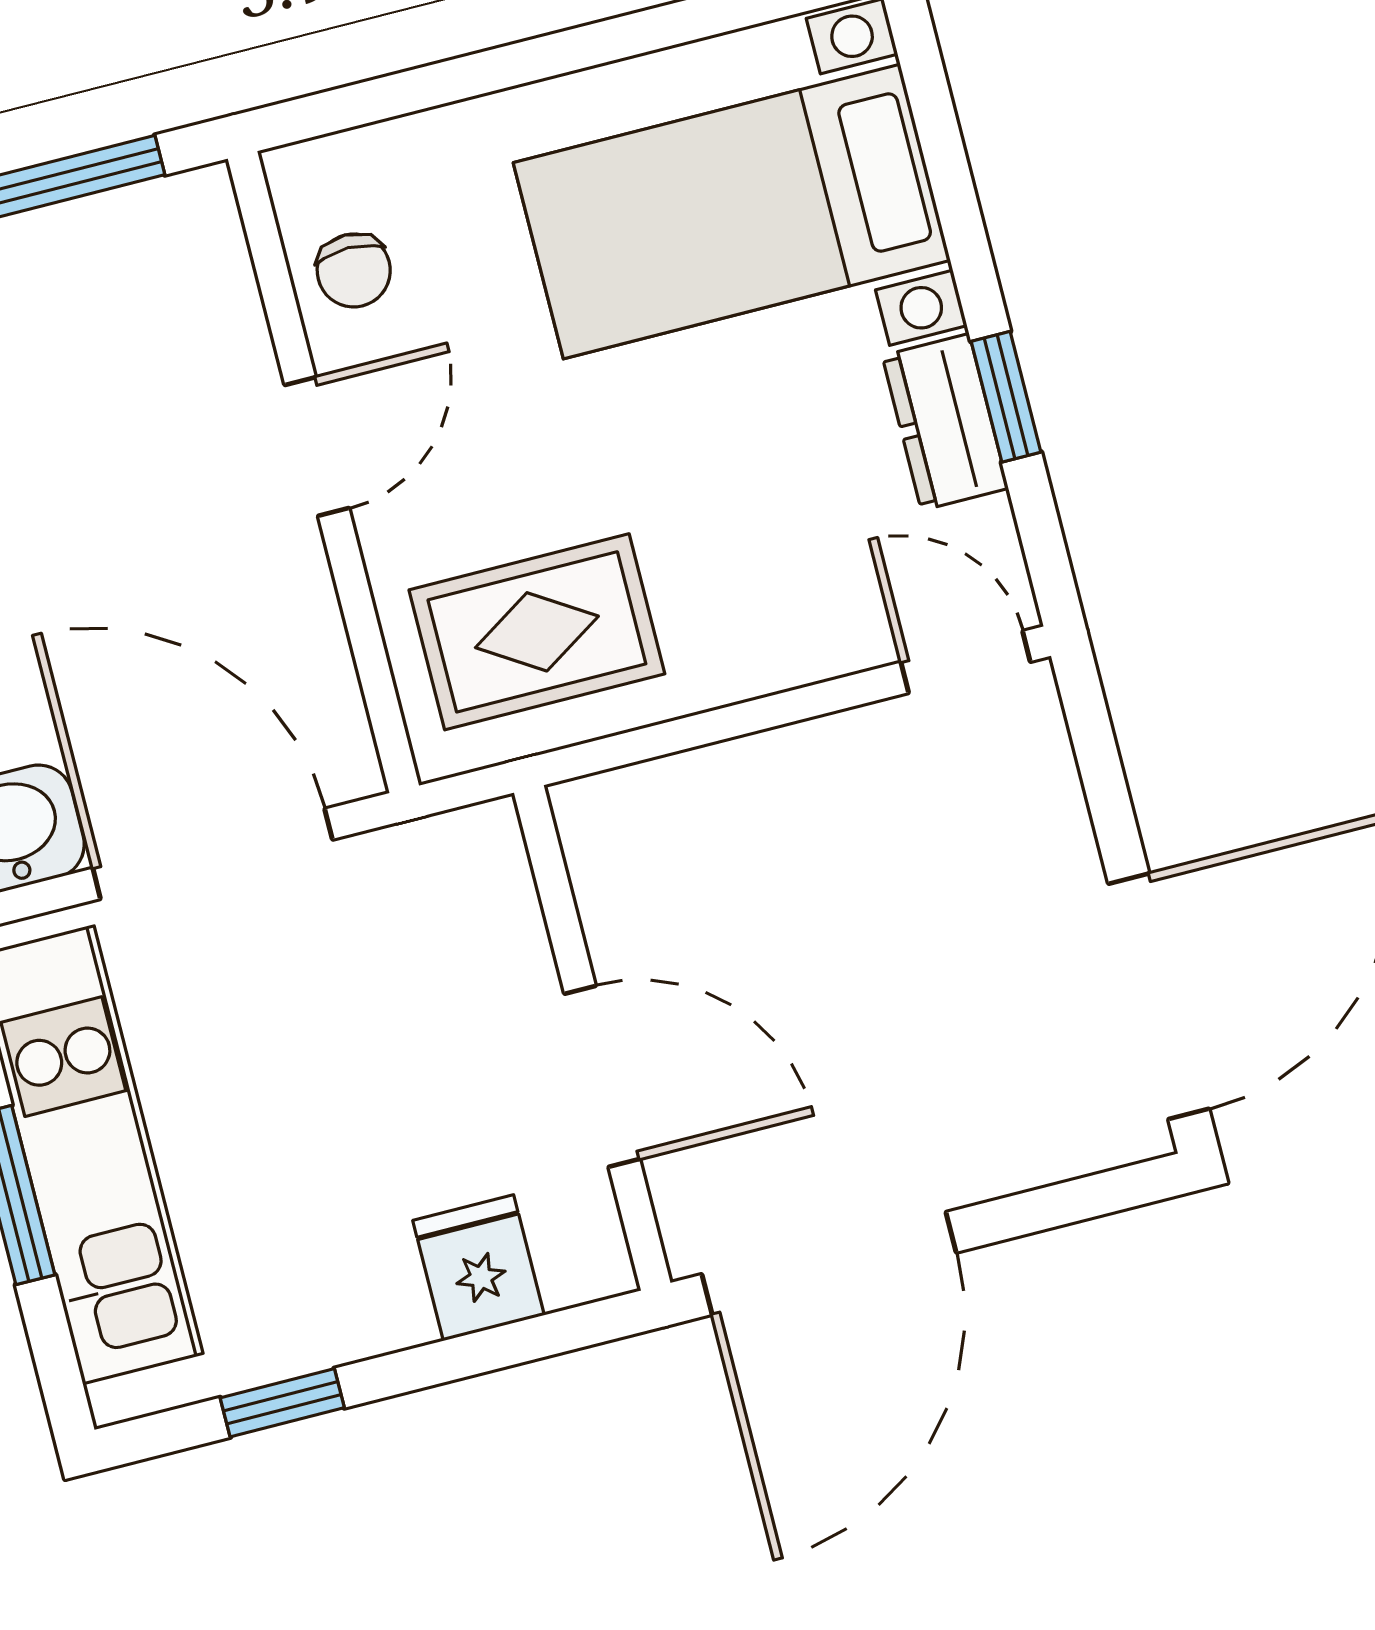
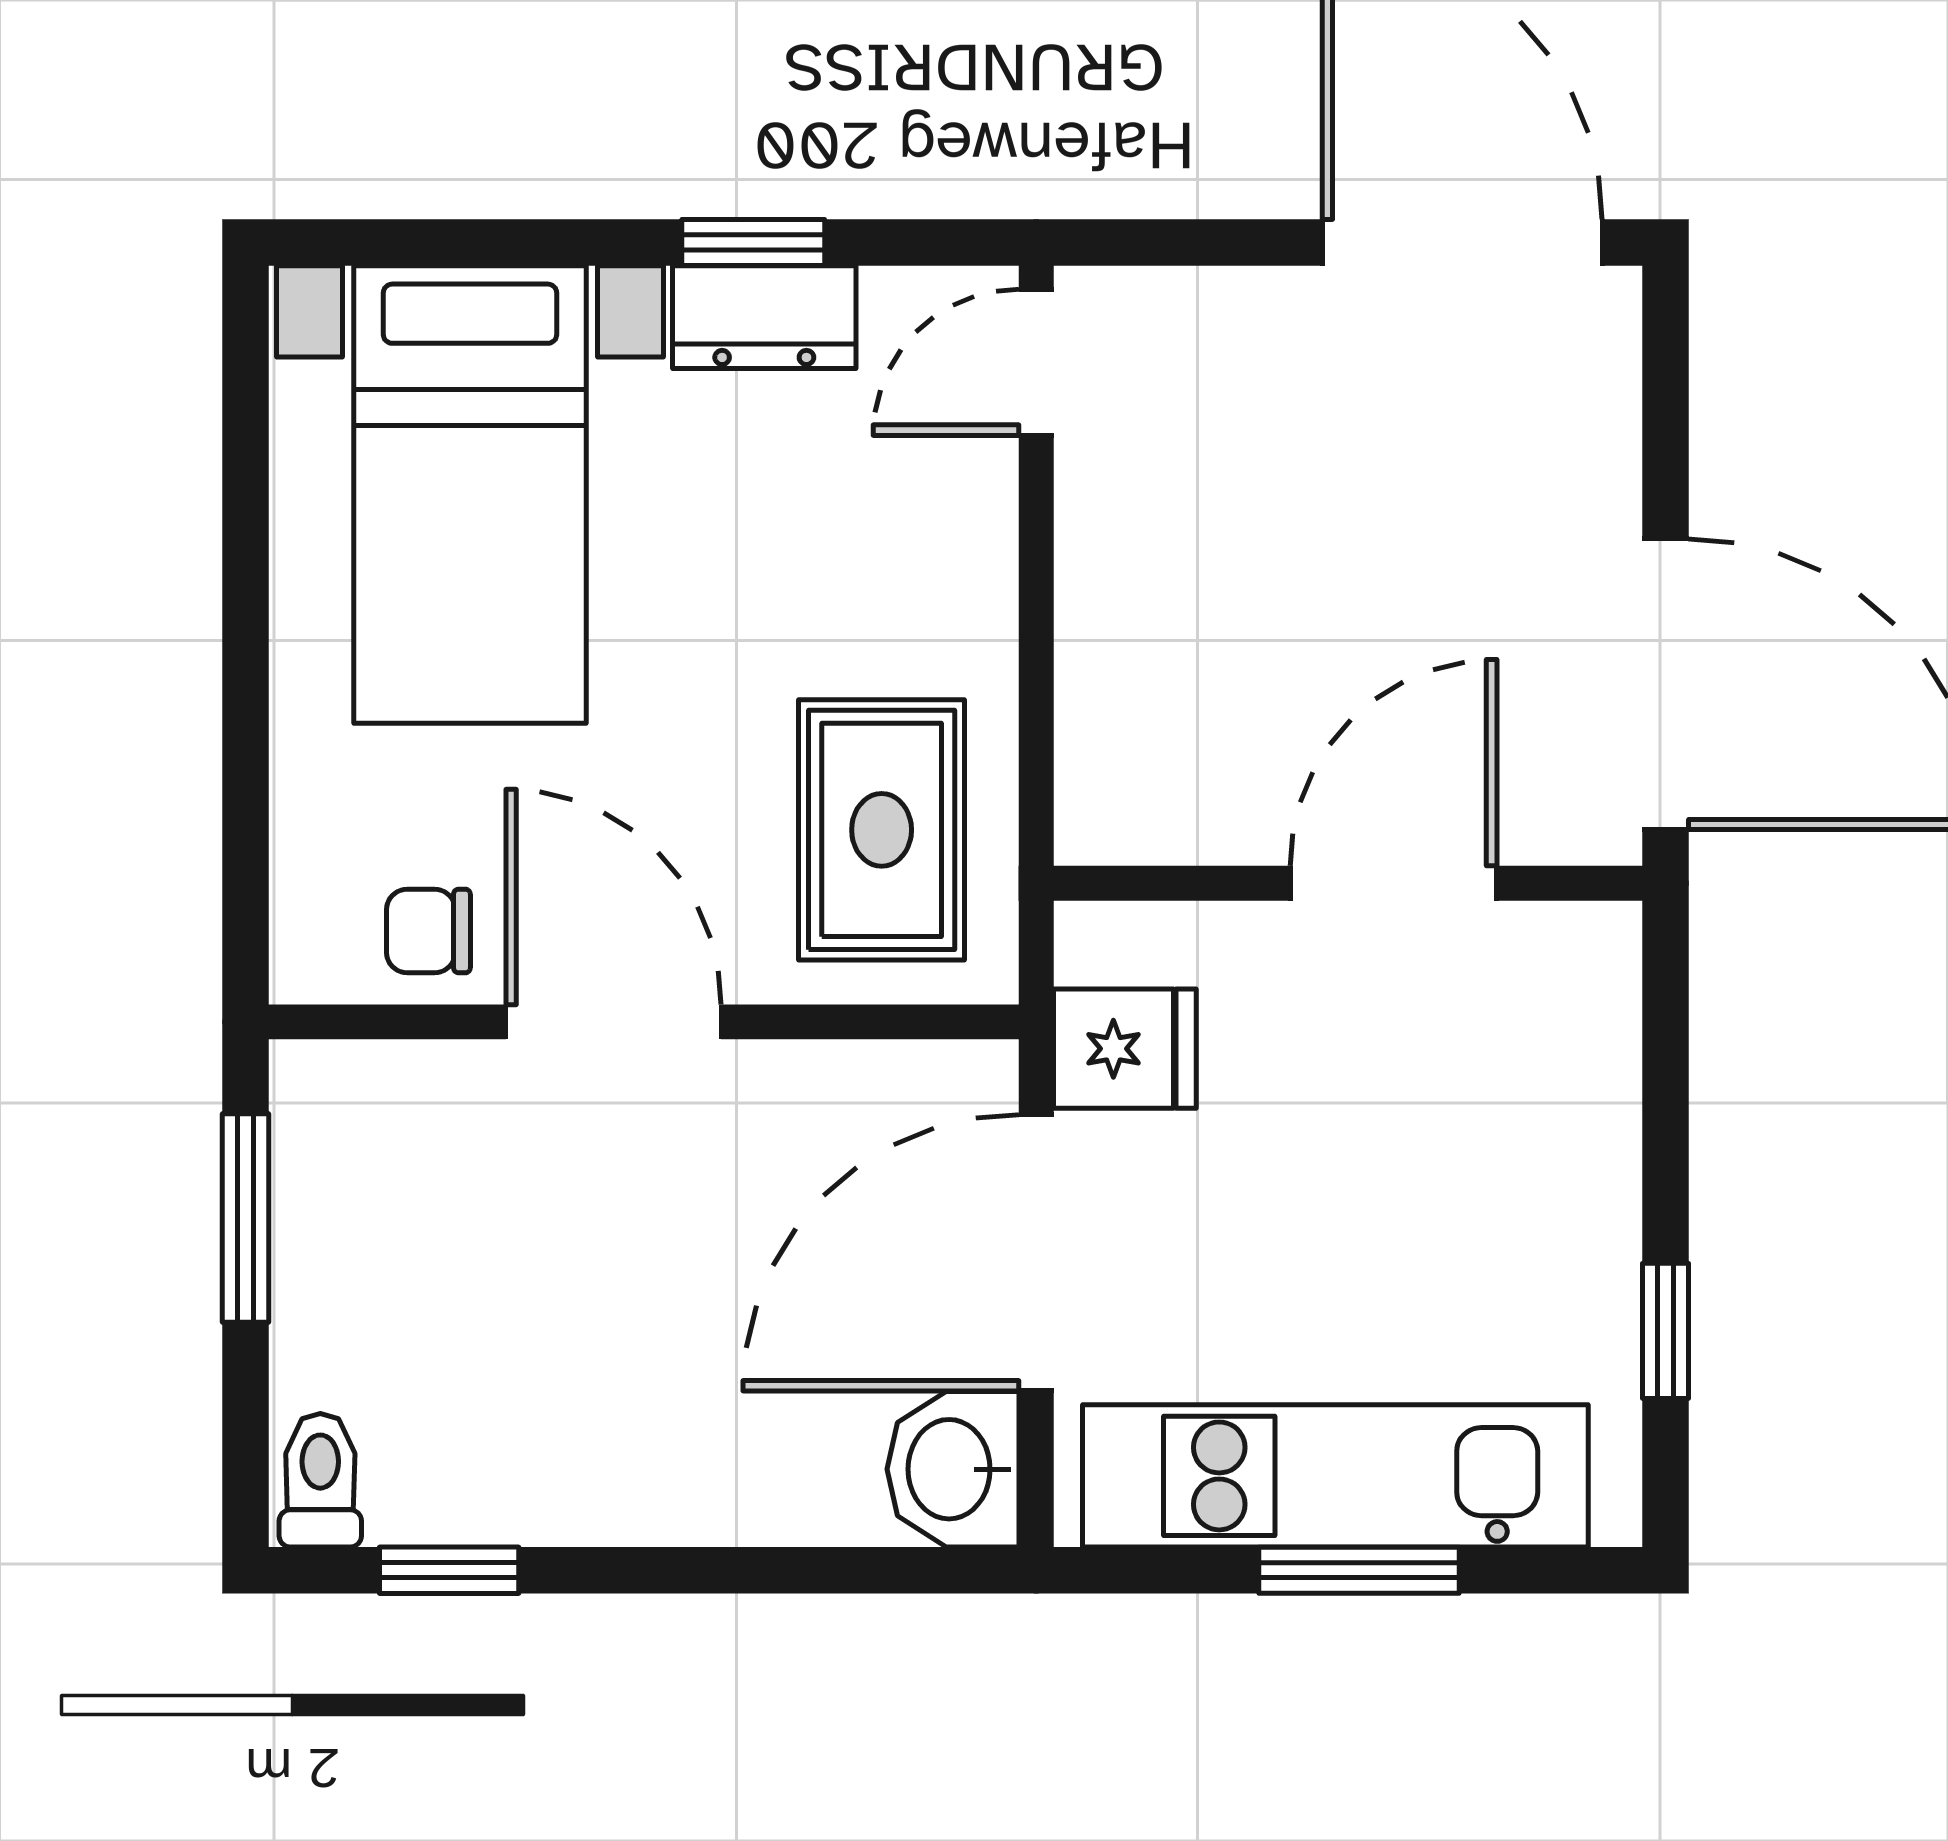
chair: (354, 270) -> (428, 931), turned 180
door: (317, 447) -> (614, 1022), width x1.38
fridge: (479, 1268) -> (1125, 1049), moved, turned 180

